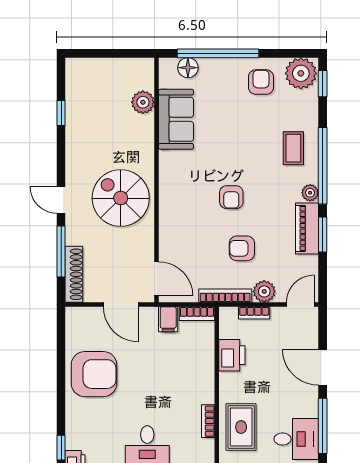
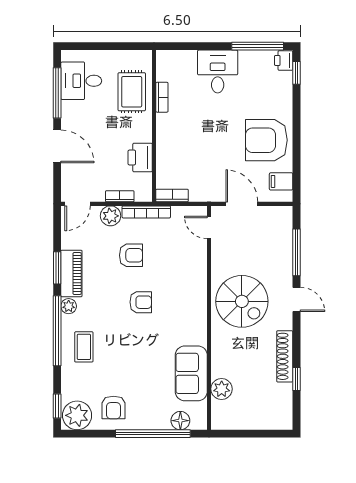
armchair: (231, 197) -> (141, 302), turned 90
shoe rack: (74, 274) -> (285, 356), moved
door: (157, 279) -> (209, 227), width x0.73
filing cabinet: (168, 319) -> (281, 181), moved, turned -90

